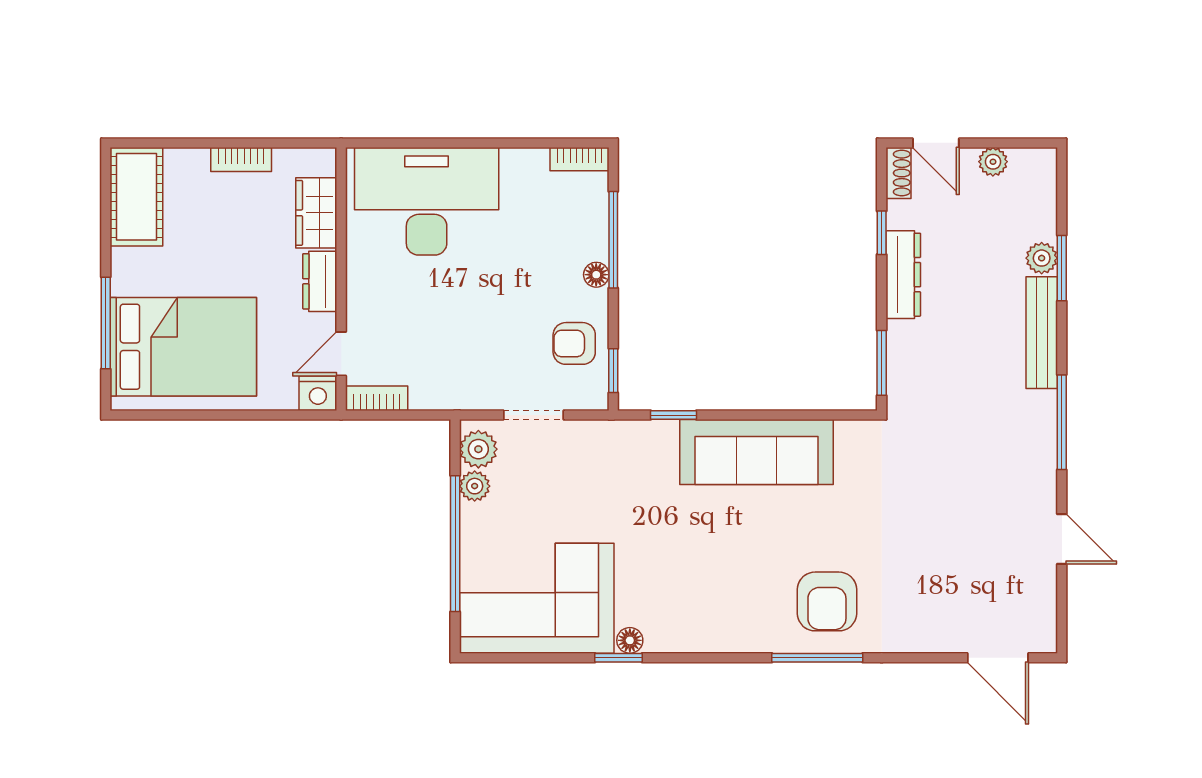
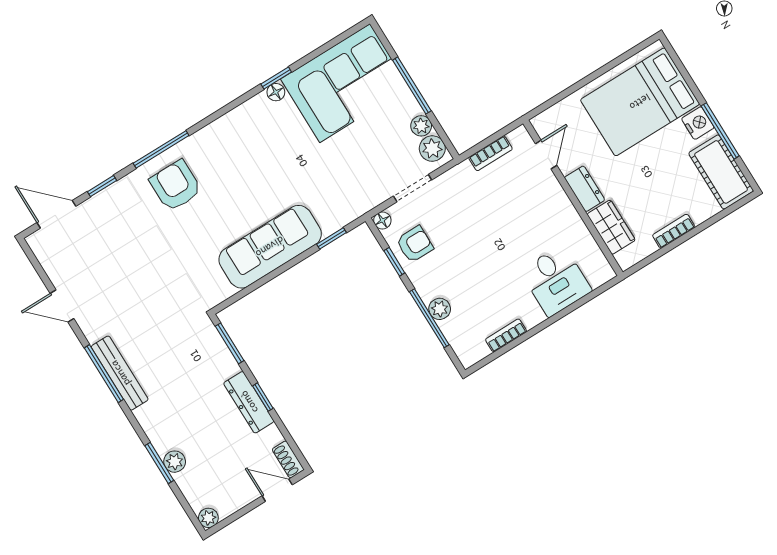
bookcase: (579, 159) -> (506, 335), moved
plant: (993, 162) -> (208, 518), moved
desk: (427, 201) -> (556, 281), width x0.53, depth x0.77
window: (882, 233) -> (263, 397), moved
plant: (593, 244) -> (440, 309), added
floor lamp: (596, 275) -> (382, 220), moved
window: (106, 323) -> (720, 131), moved
bench: (1042, 333) -> (120, 373), moved
window: (613, 371) -> (394, 262), moved
nightstand: (318, 393) -> (698, 123), moved, turned 90
bookcase: (377, 398) -> (490, 153), moved
window: (455, 544) -> (412, 85), width x0.68
window: (919, 658) -> (102, 186), added

